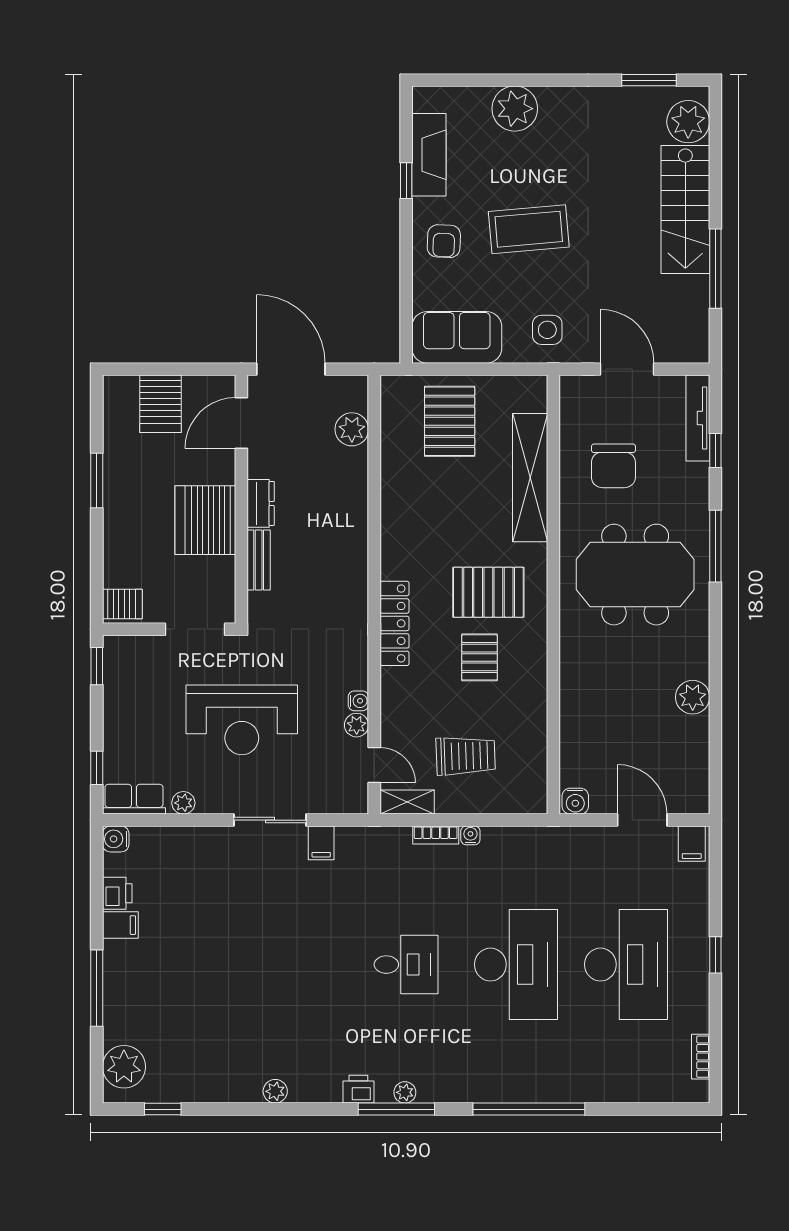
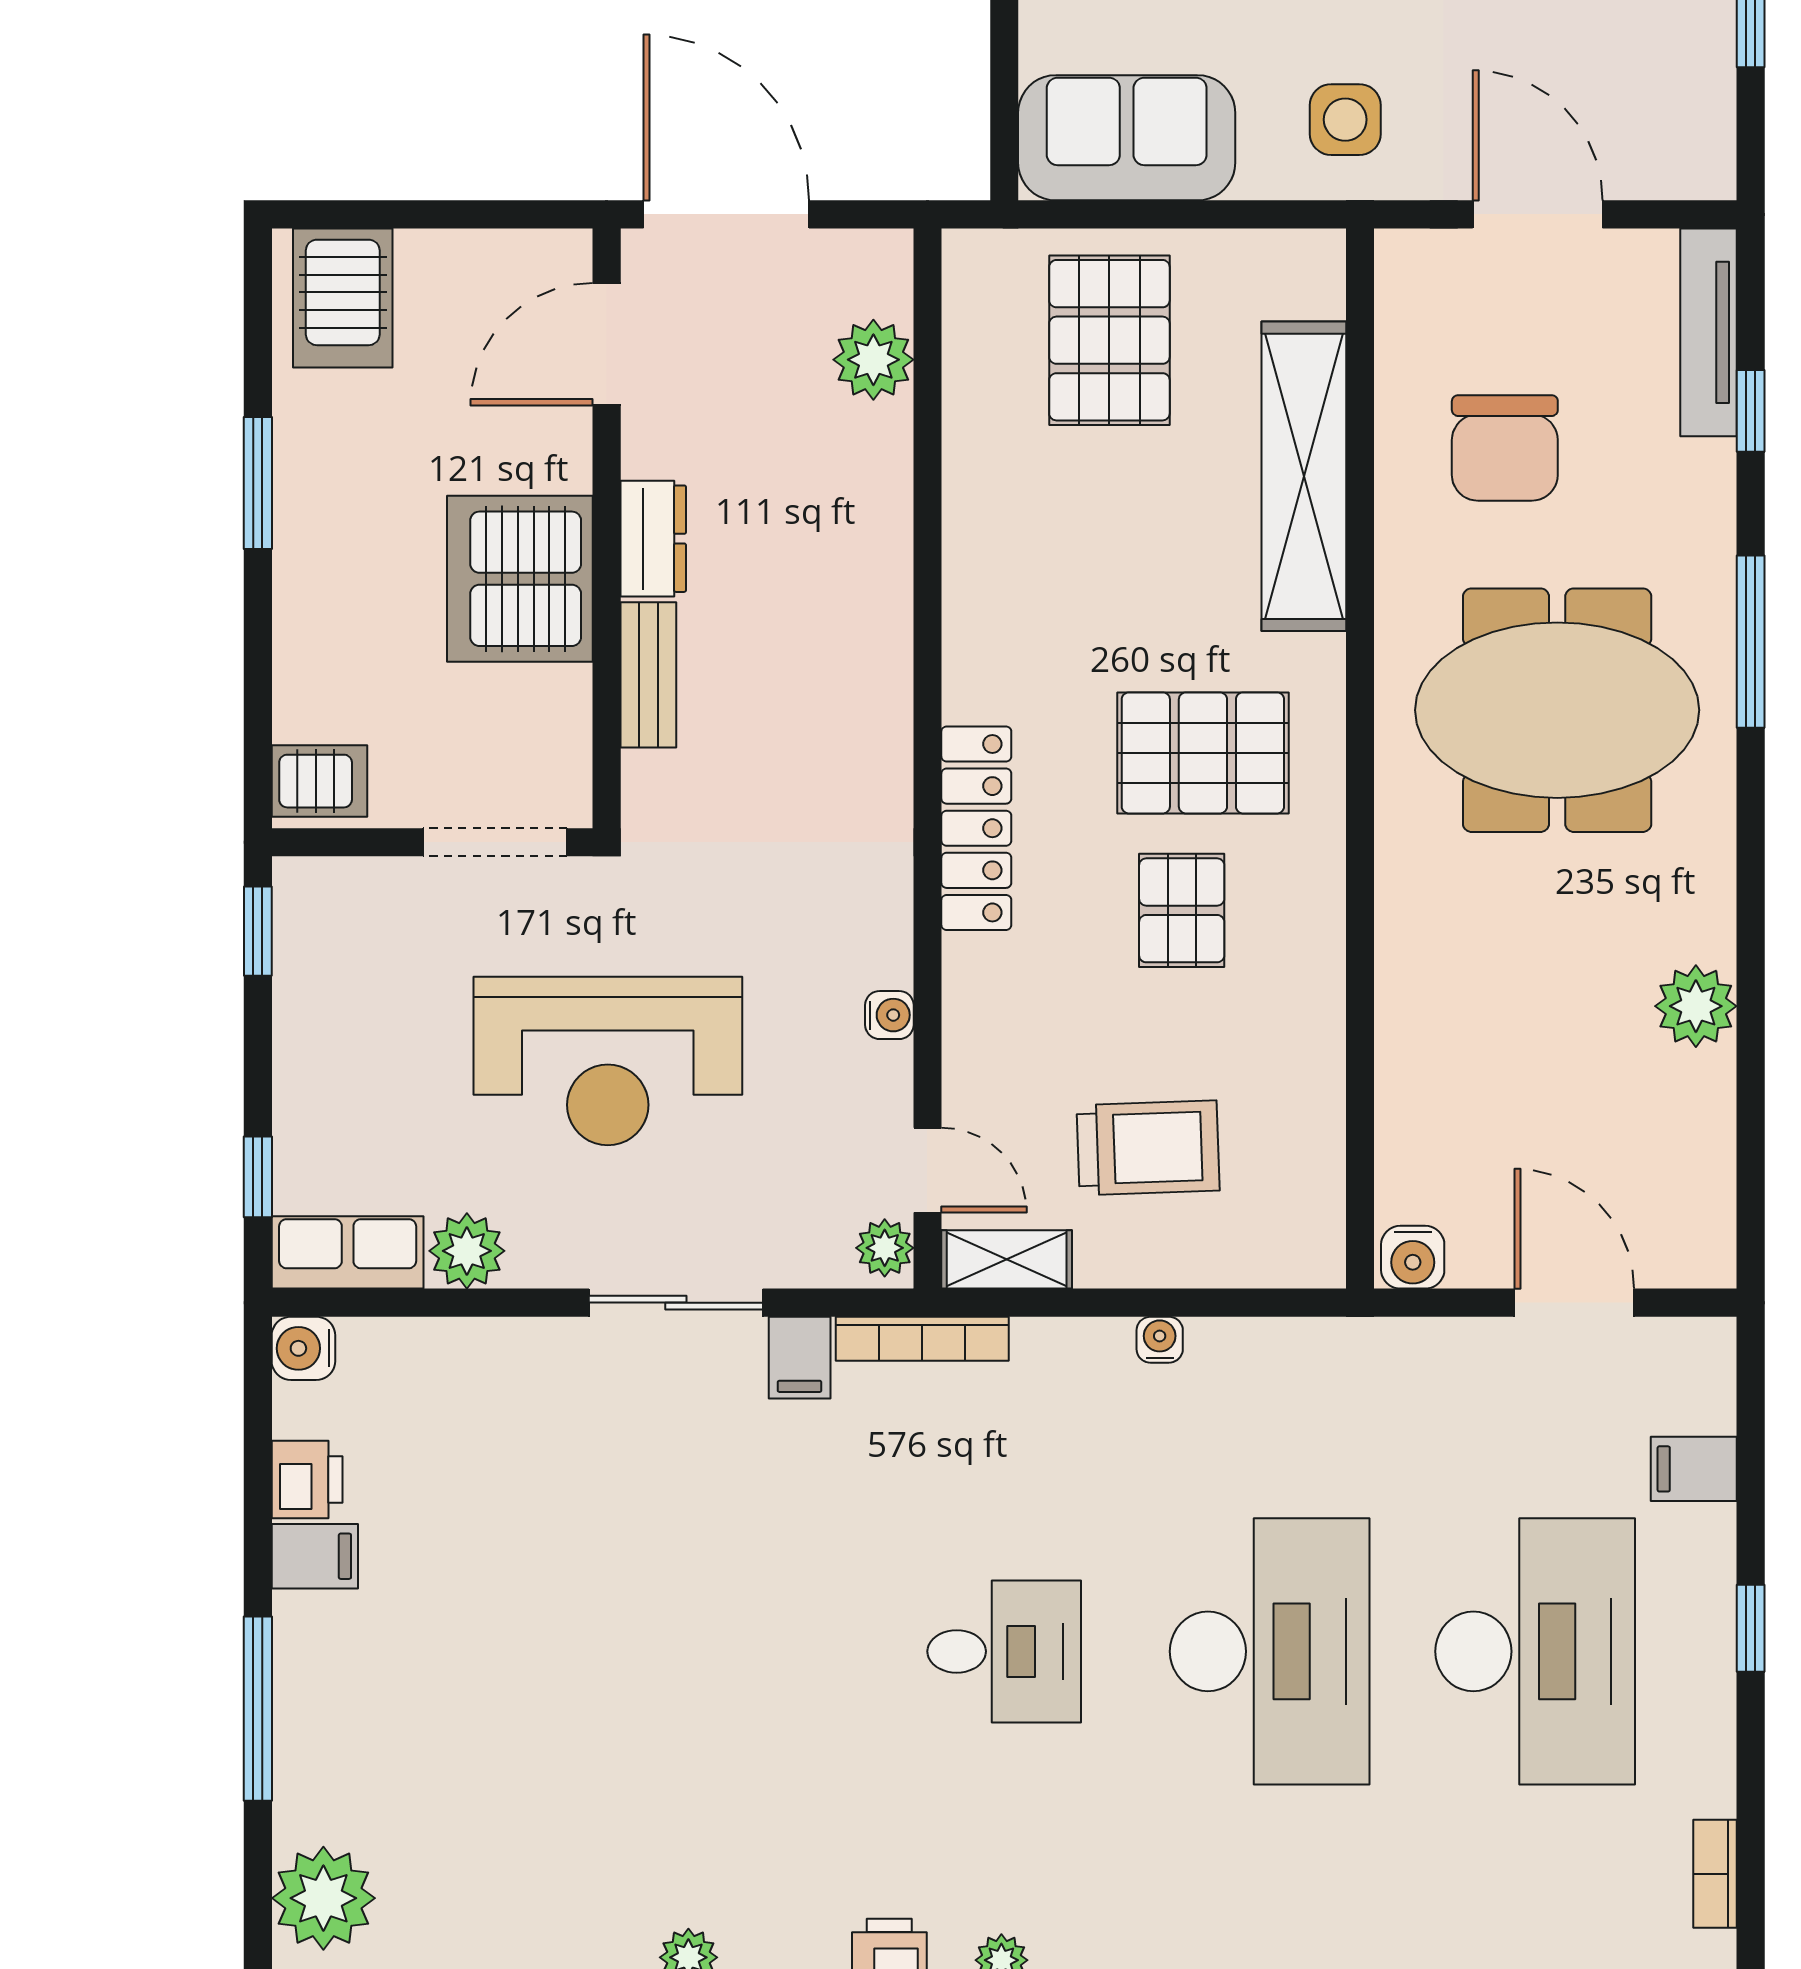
server rack: (161, 404) -> (343, 298), moved
plant: (357, 725) -> (885, 1248), moved
plant: (183, 803) -> (467, 1251), width x1.38, depth x1.38
bookcase: (436, 835) -> (922, 1339), moved, width x1.56
filing cabinet: (692, 844) -> (1694, 1469), moved, turned 90

